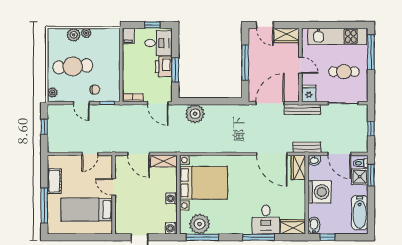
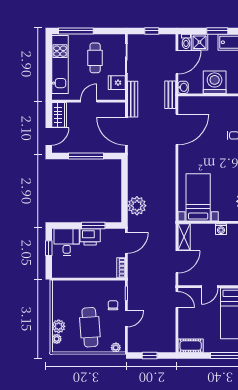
plant: (86, 33) -> (57, 339), moved
filing cabinet: (128, 36) -> (60, 272), removed
fridge: (309, 93) -> (117, 83), moved
door: (90, 154) -> (177, 300), moved
wardrobe: (298, 167) -> (190, 103), removed
window: (371, 175) -> (217, 31), moved
cot: (54, 181) -> (191, 346), moved
bed with nightstands: (203, 183) -> (198, 197), width x0.73

